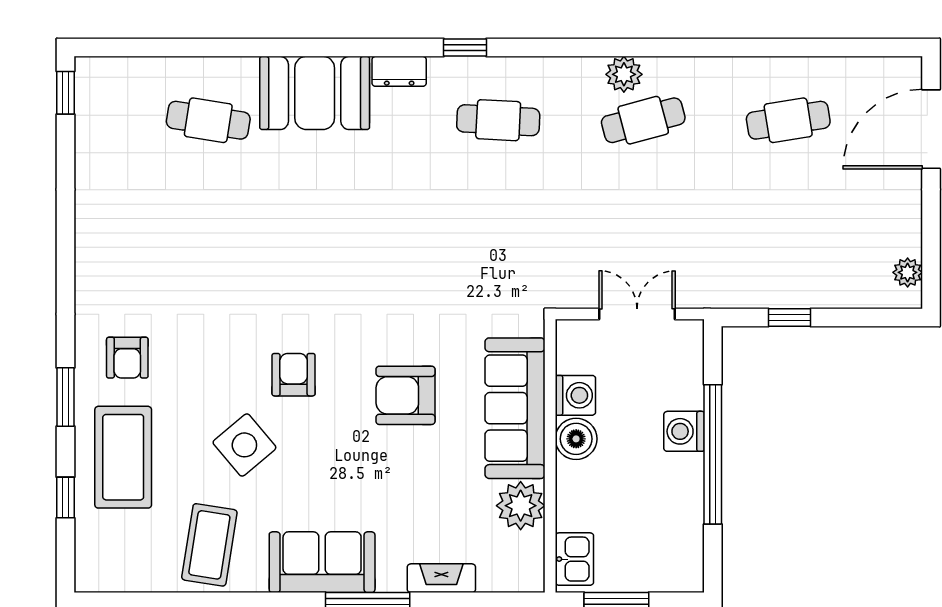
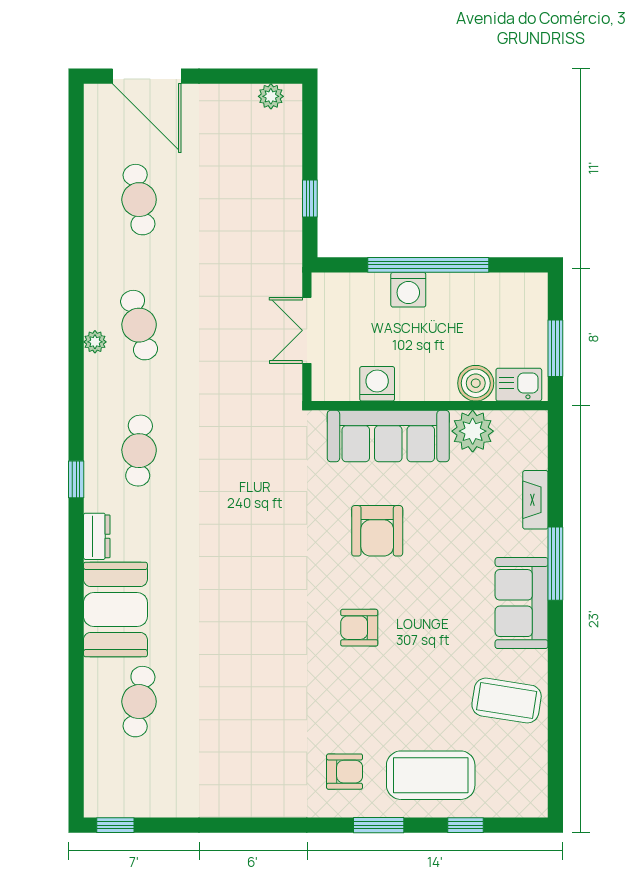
plant: (624, 74) -> (95, 342), width x0.73, depth x0.73
boiler: (576, 439) -> (476, 383), moved
side table: (244, 445) -> (420, 670), removed

